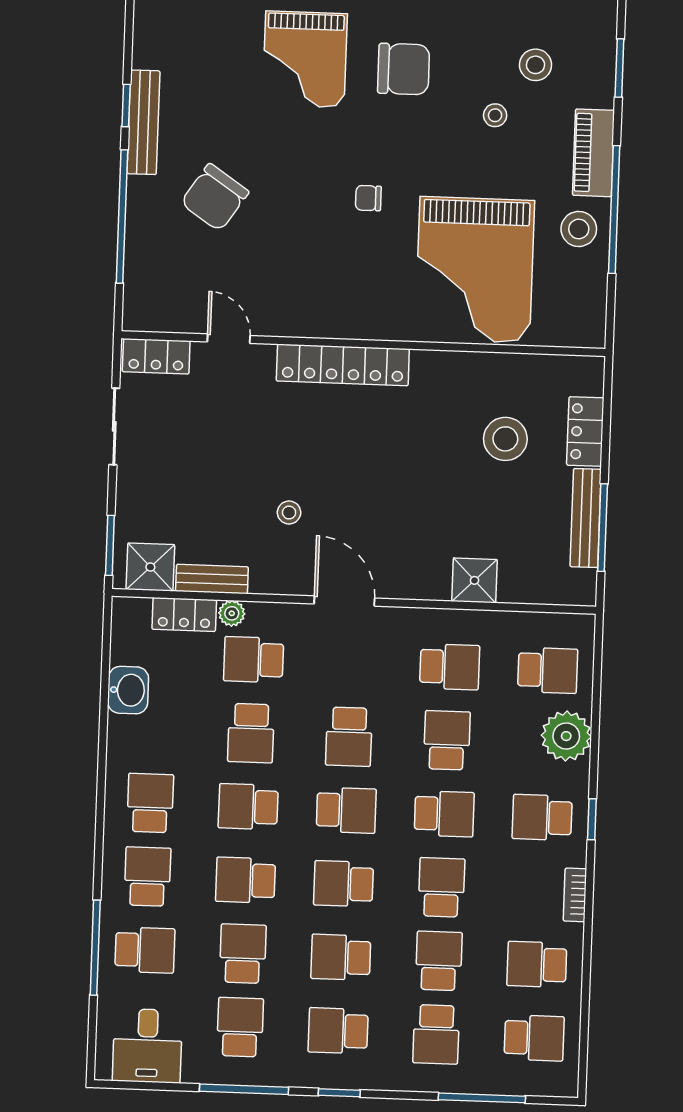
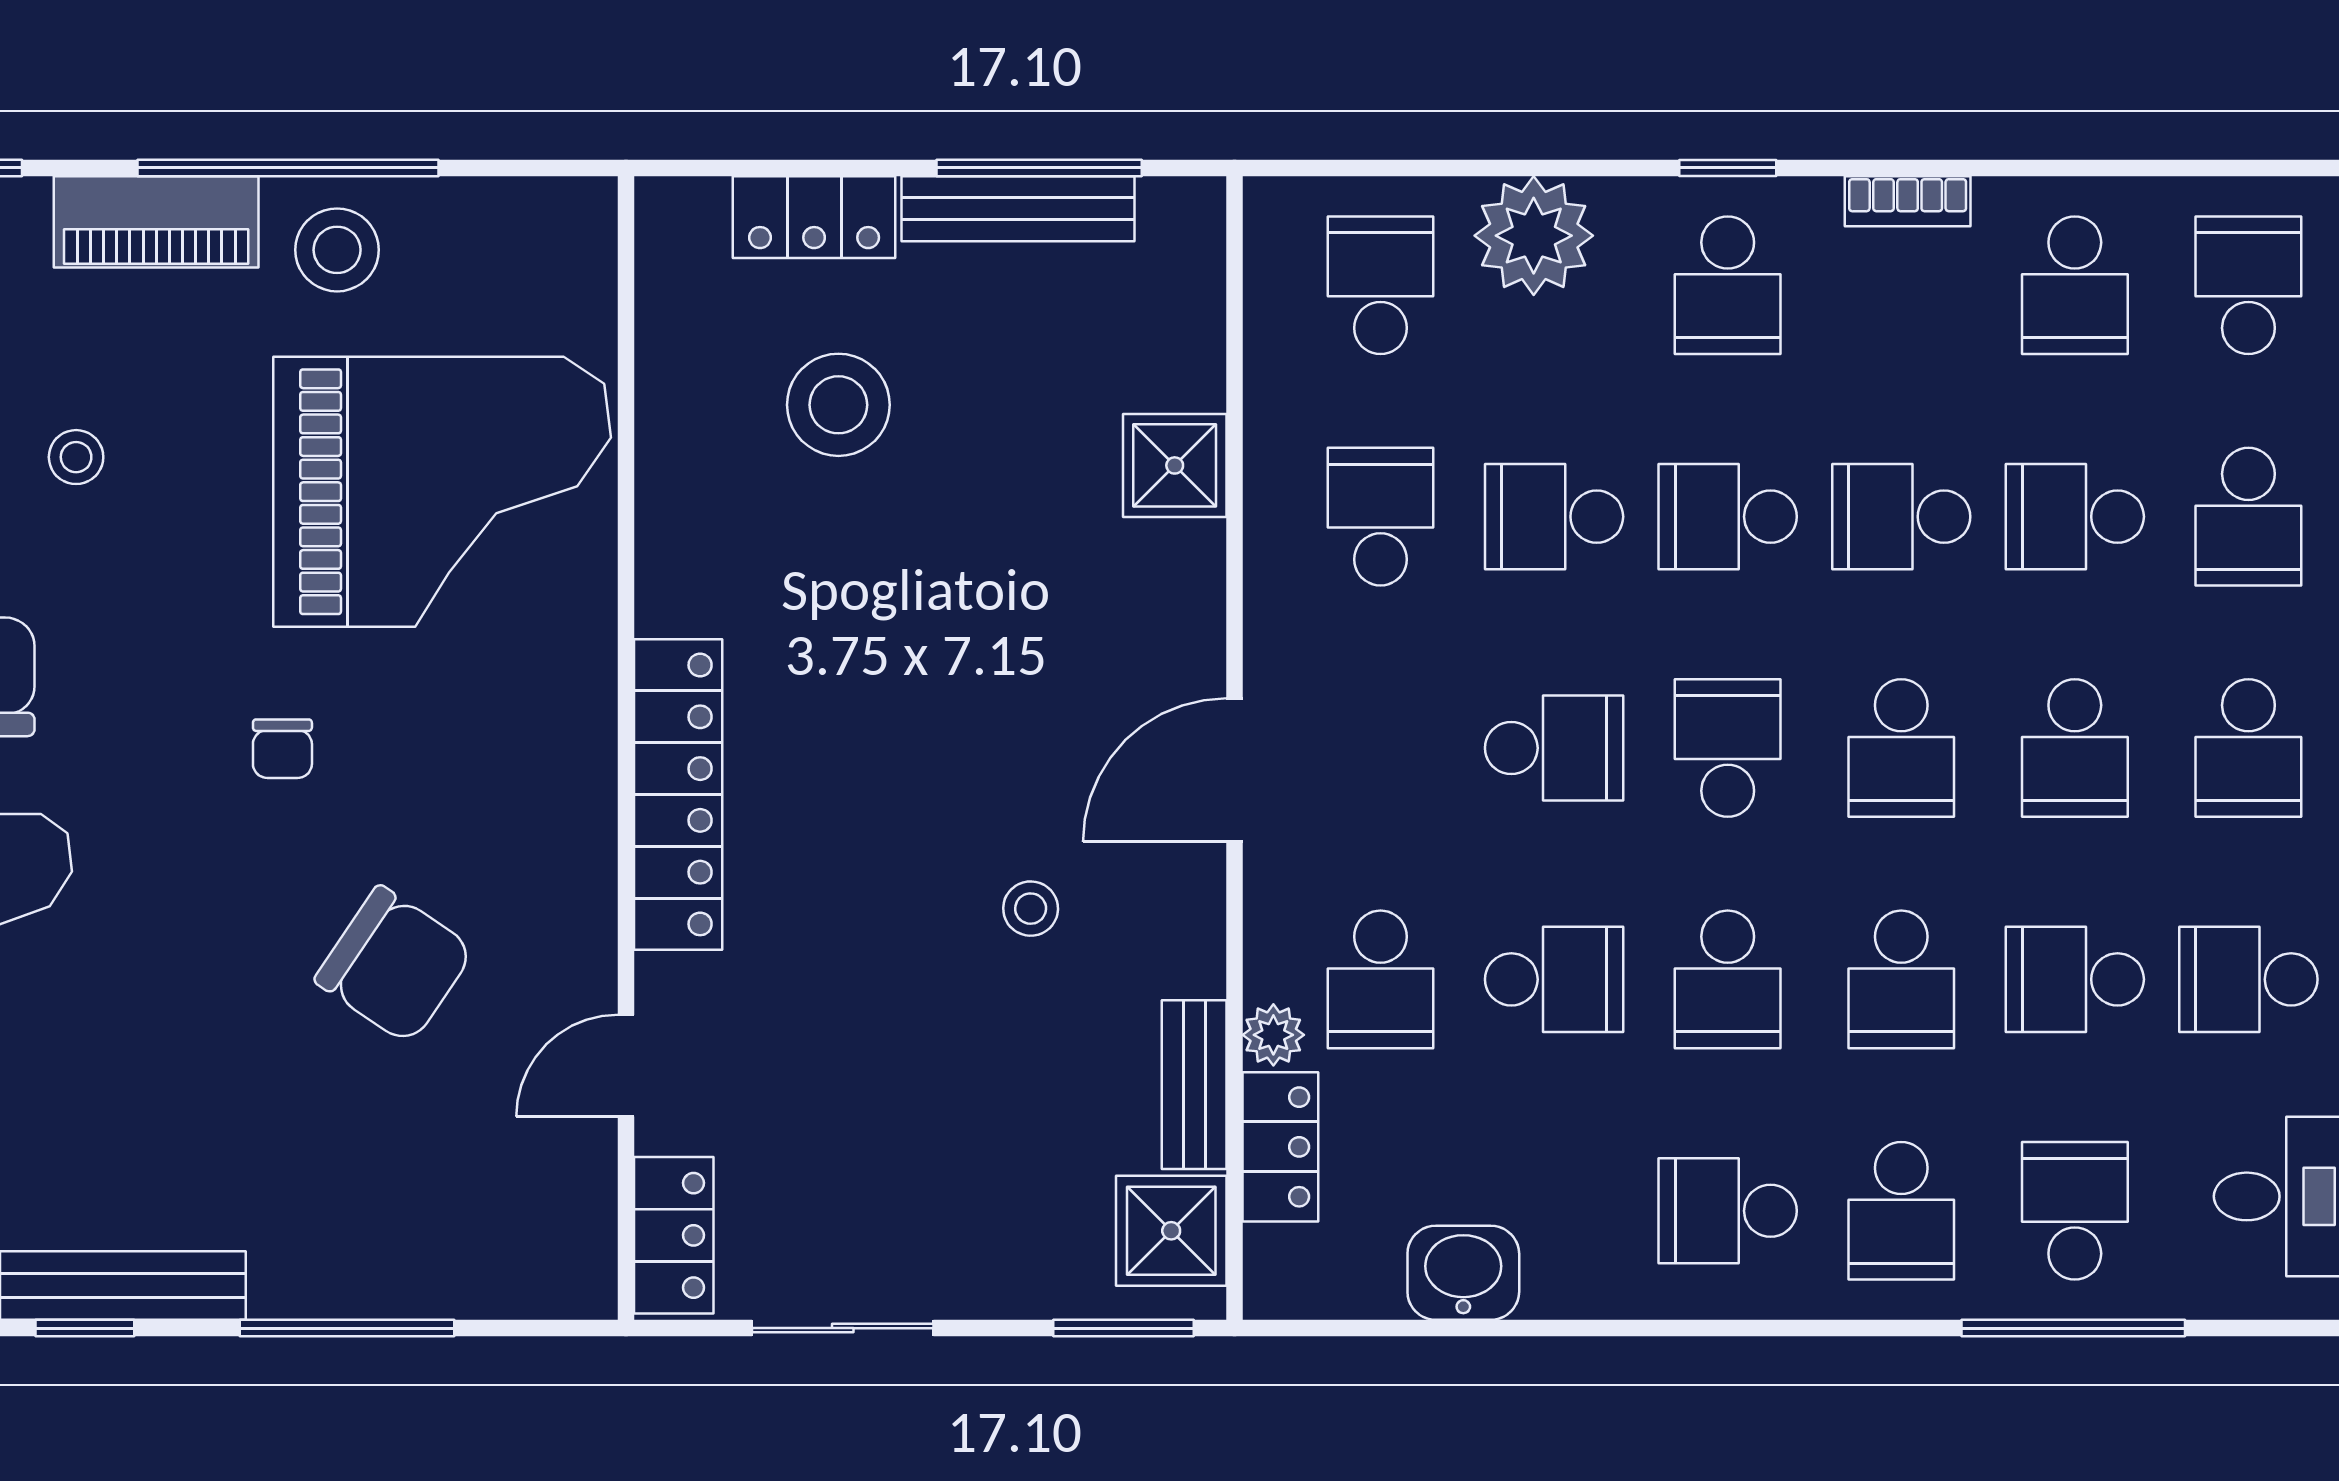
chair: (215, 197) -> (394, 965), moved
window: (122, 216) -> (347, 1328), width x0.68
school desk: (444, 814) -> (1728, 517), turned -90
school desk: (148, 877) -> (1901, 1211), turned -90
school desk: (436, 1034) -> (2248, 517), turned 90

